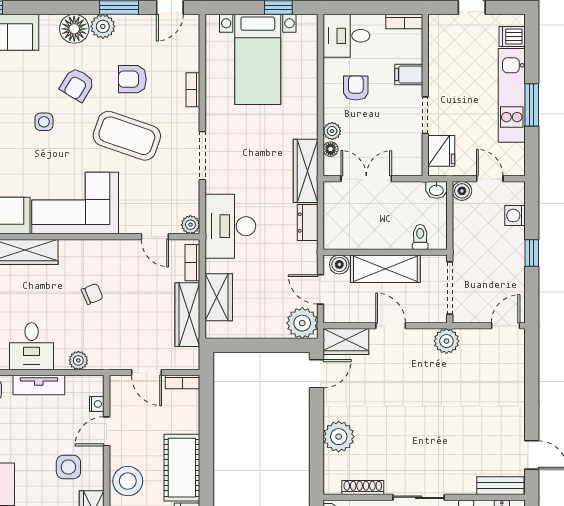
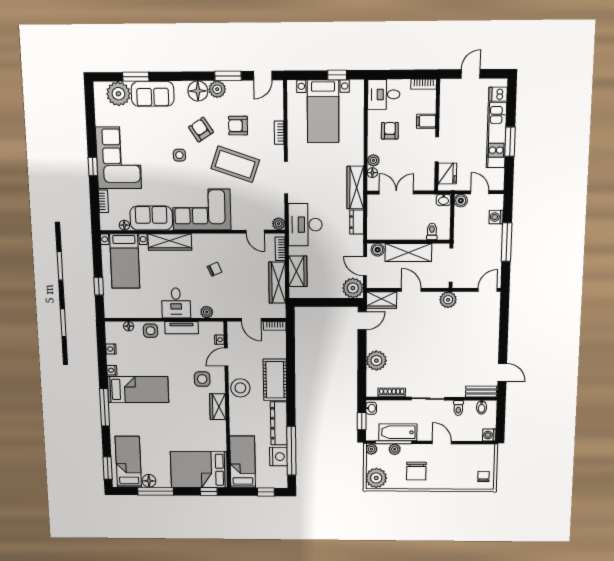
armchair: (77, 85) -> (201, 130), turned 116
window: (532, 253) -> (507, 242), width x2.17

